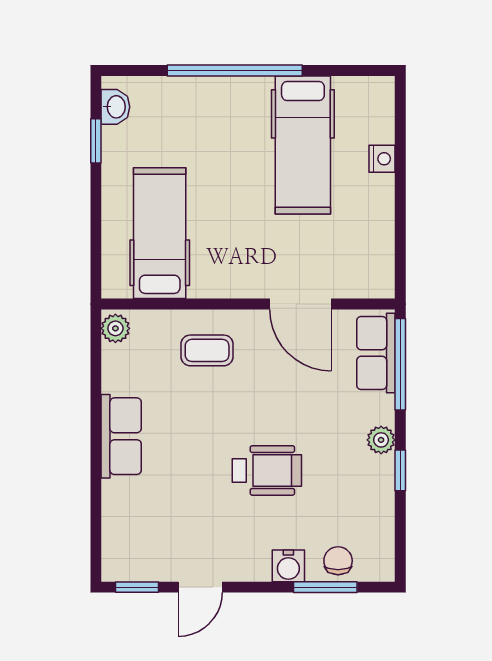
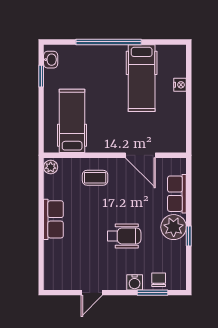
row of seats: (376, 353) -> (177, 194), moved
window: (400, 364) -> (189, 184), removed
plant: (381, 440) -> (174, 227), width x1.88, depth x1.88
window: (137, 587) -> (61, 293), removed

